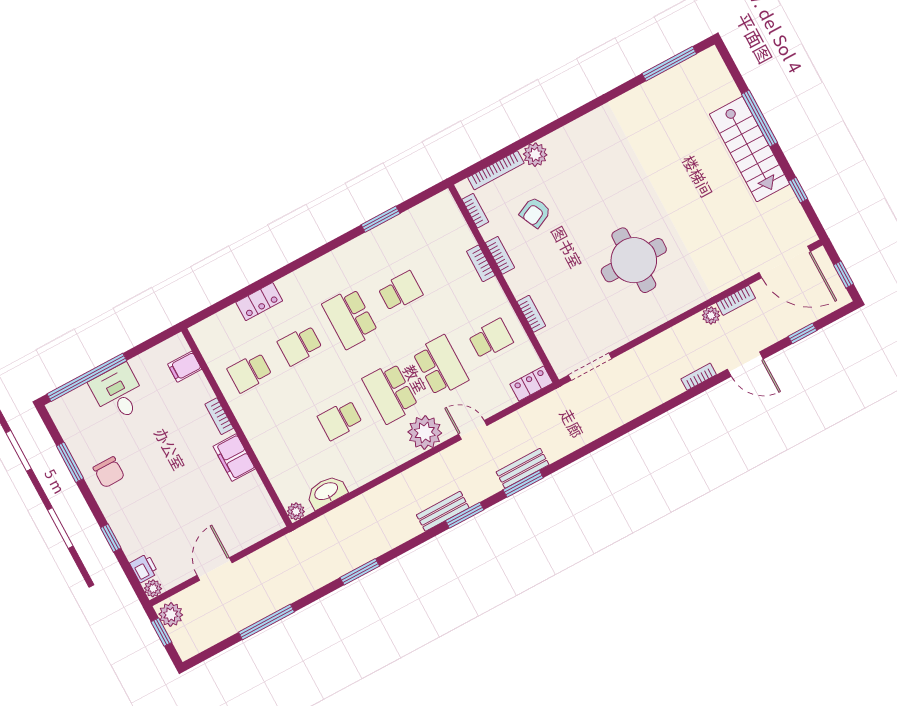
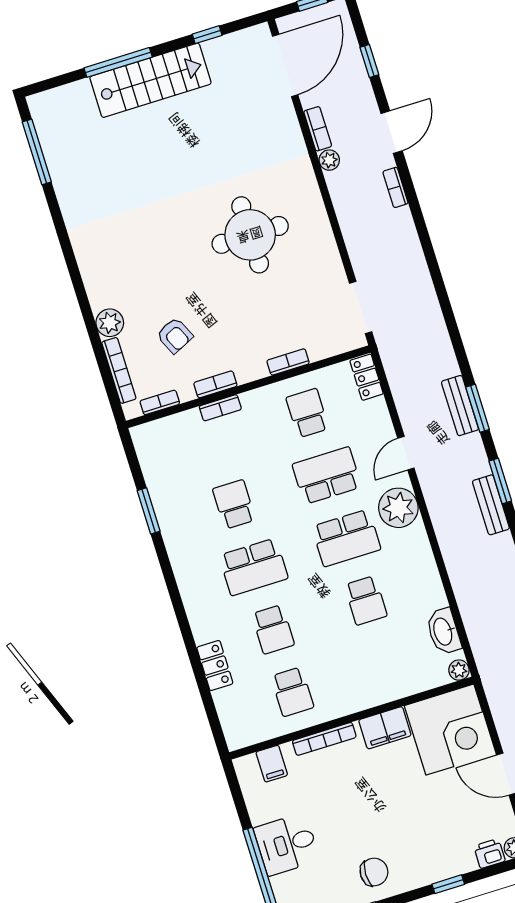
bookcase: (219, 416) -> (324, 739), width x1.56
corner desk: (243, 514) -> (450, 730), added

